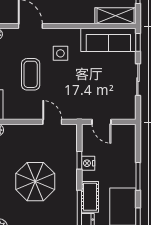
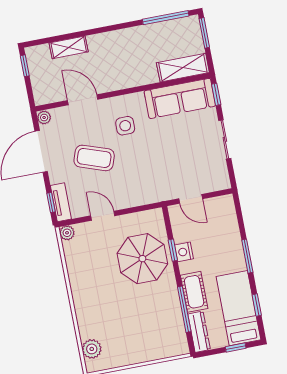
coffee table: (31, 74) -> (94, 158), turned -71
door: (52, 122) -> (103, 216), moved
parasol: (35, 182) -> (142, 259), moved

